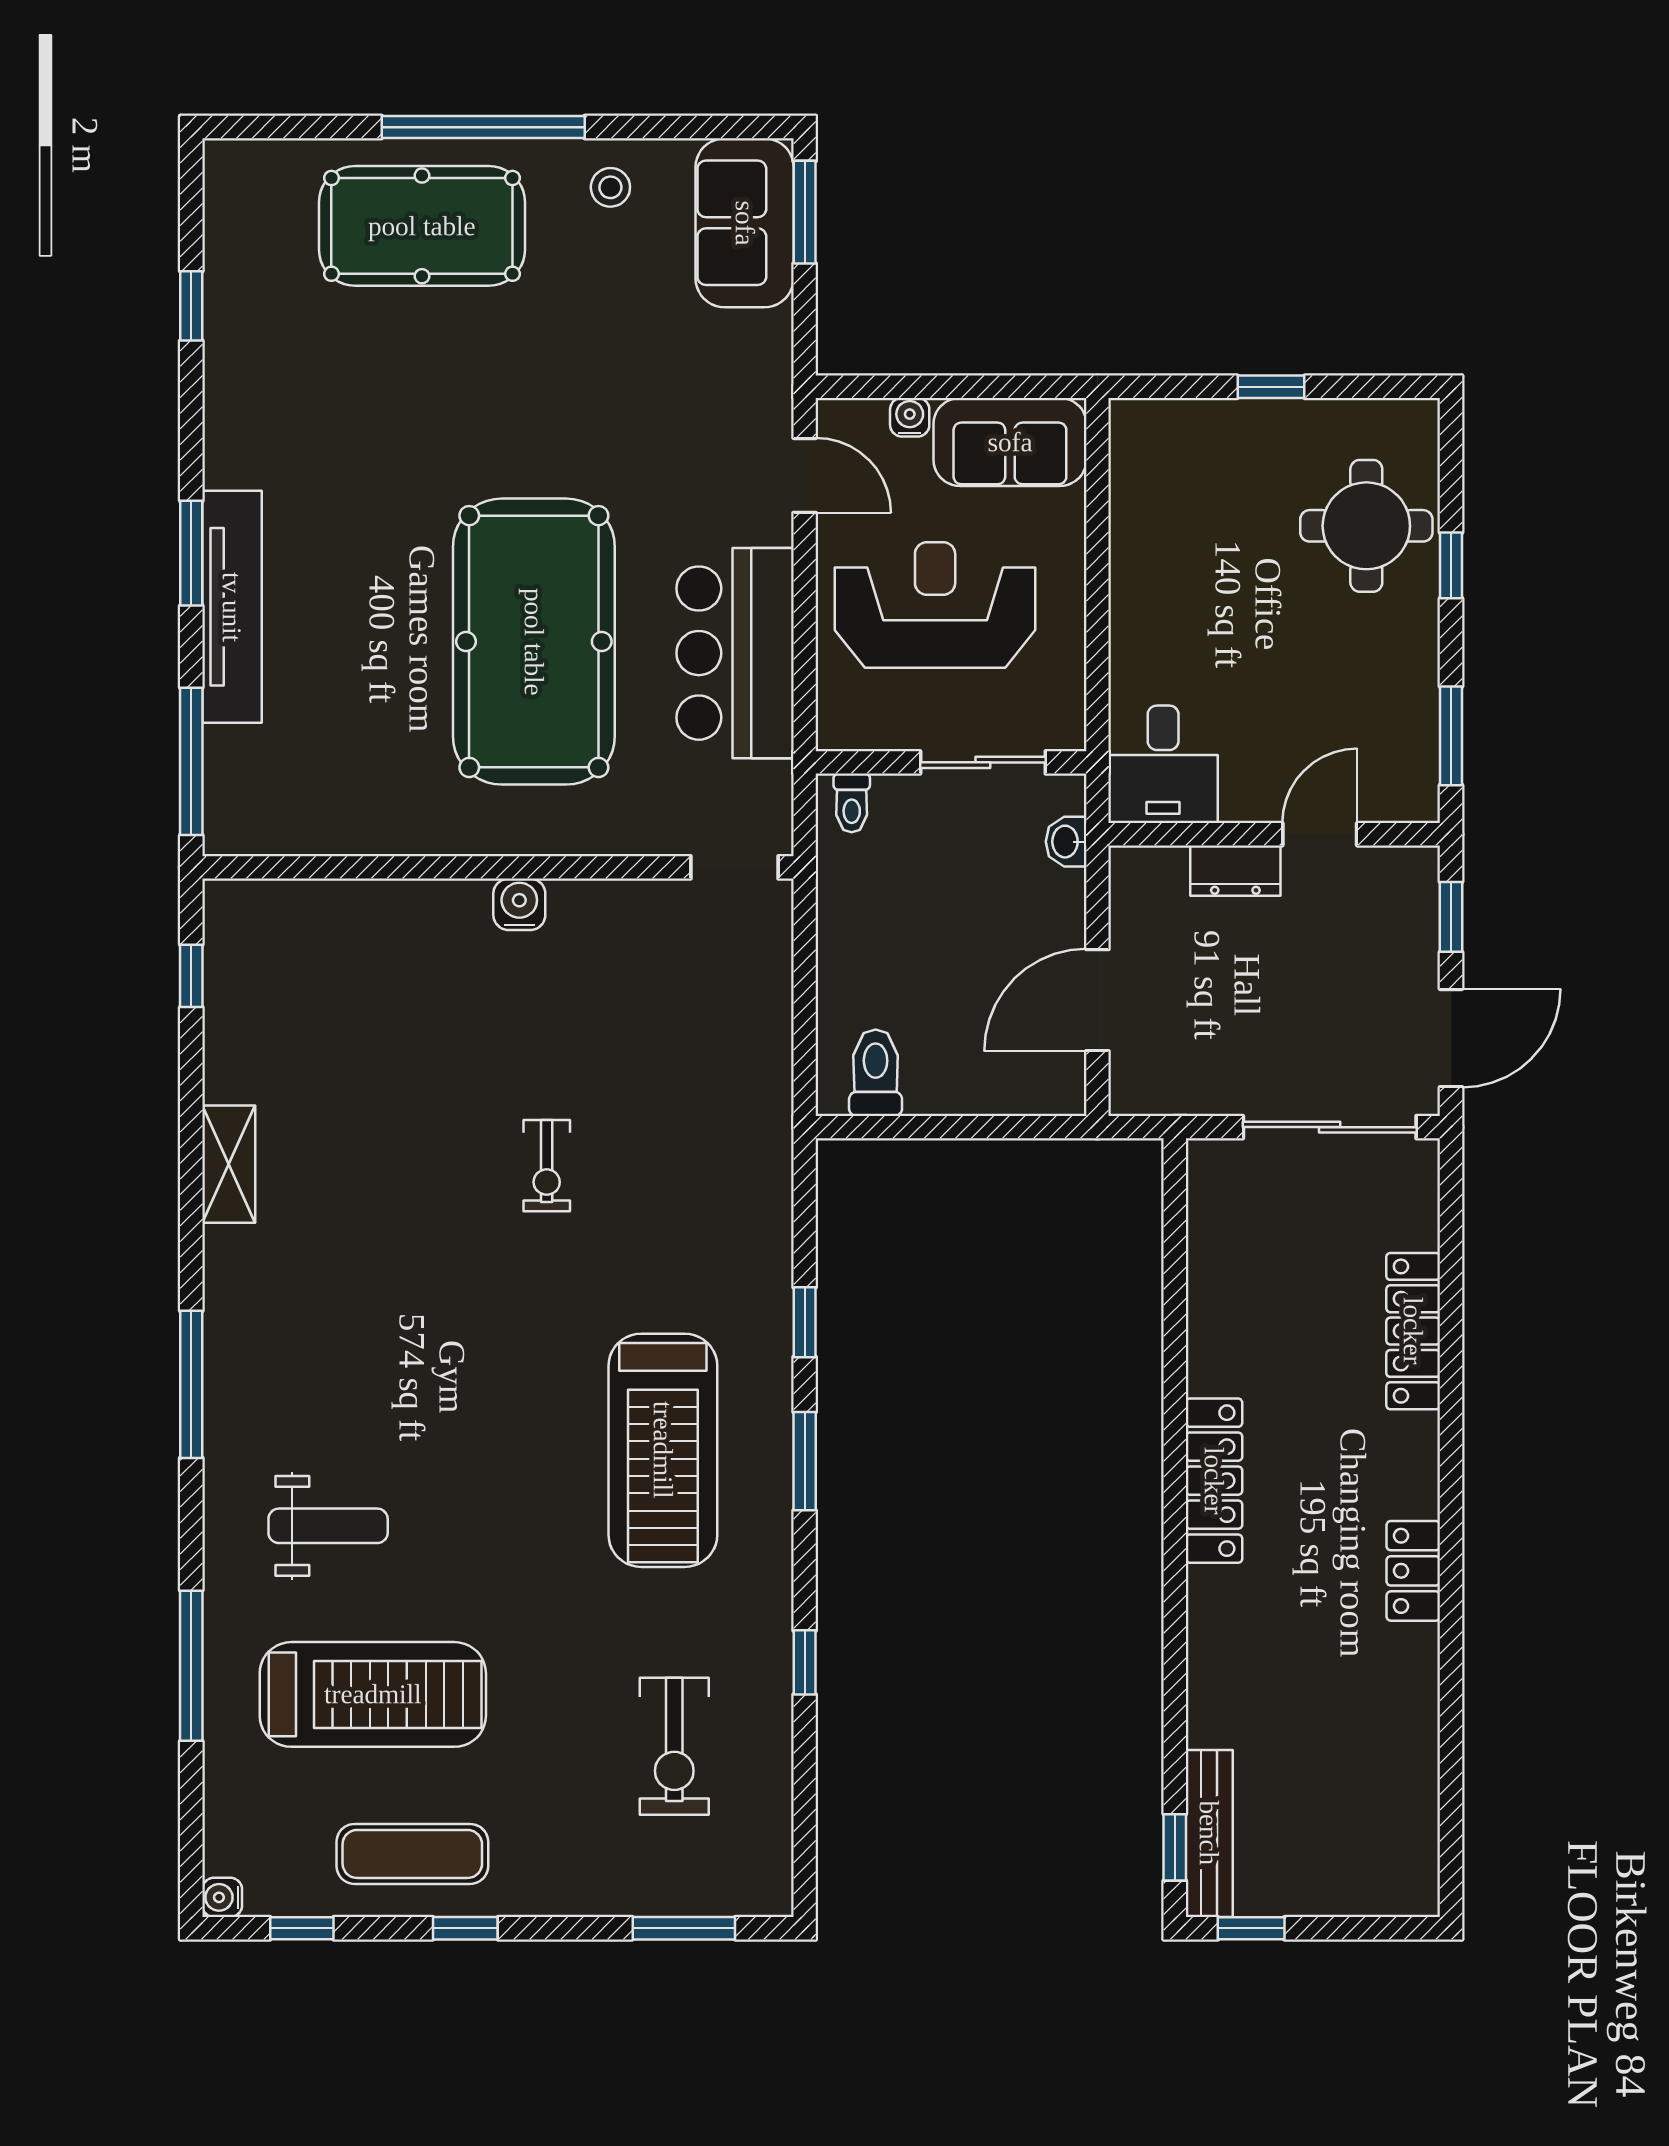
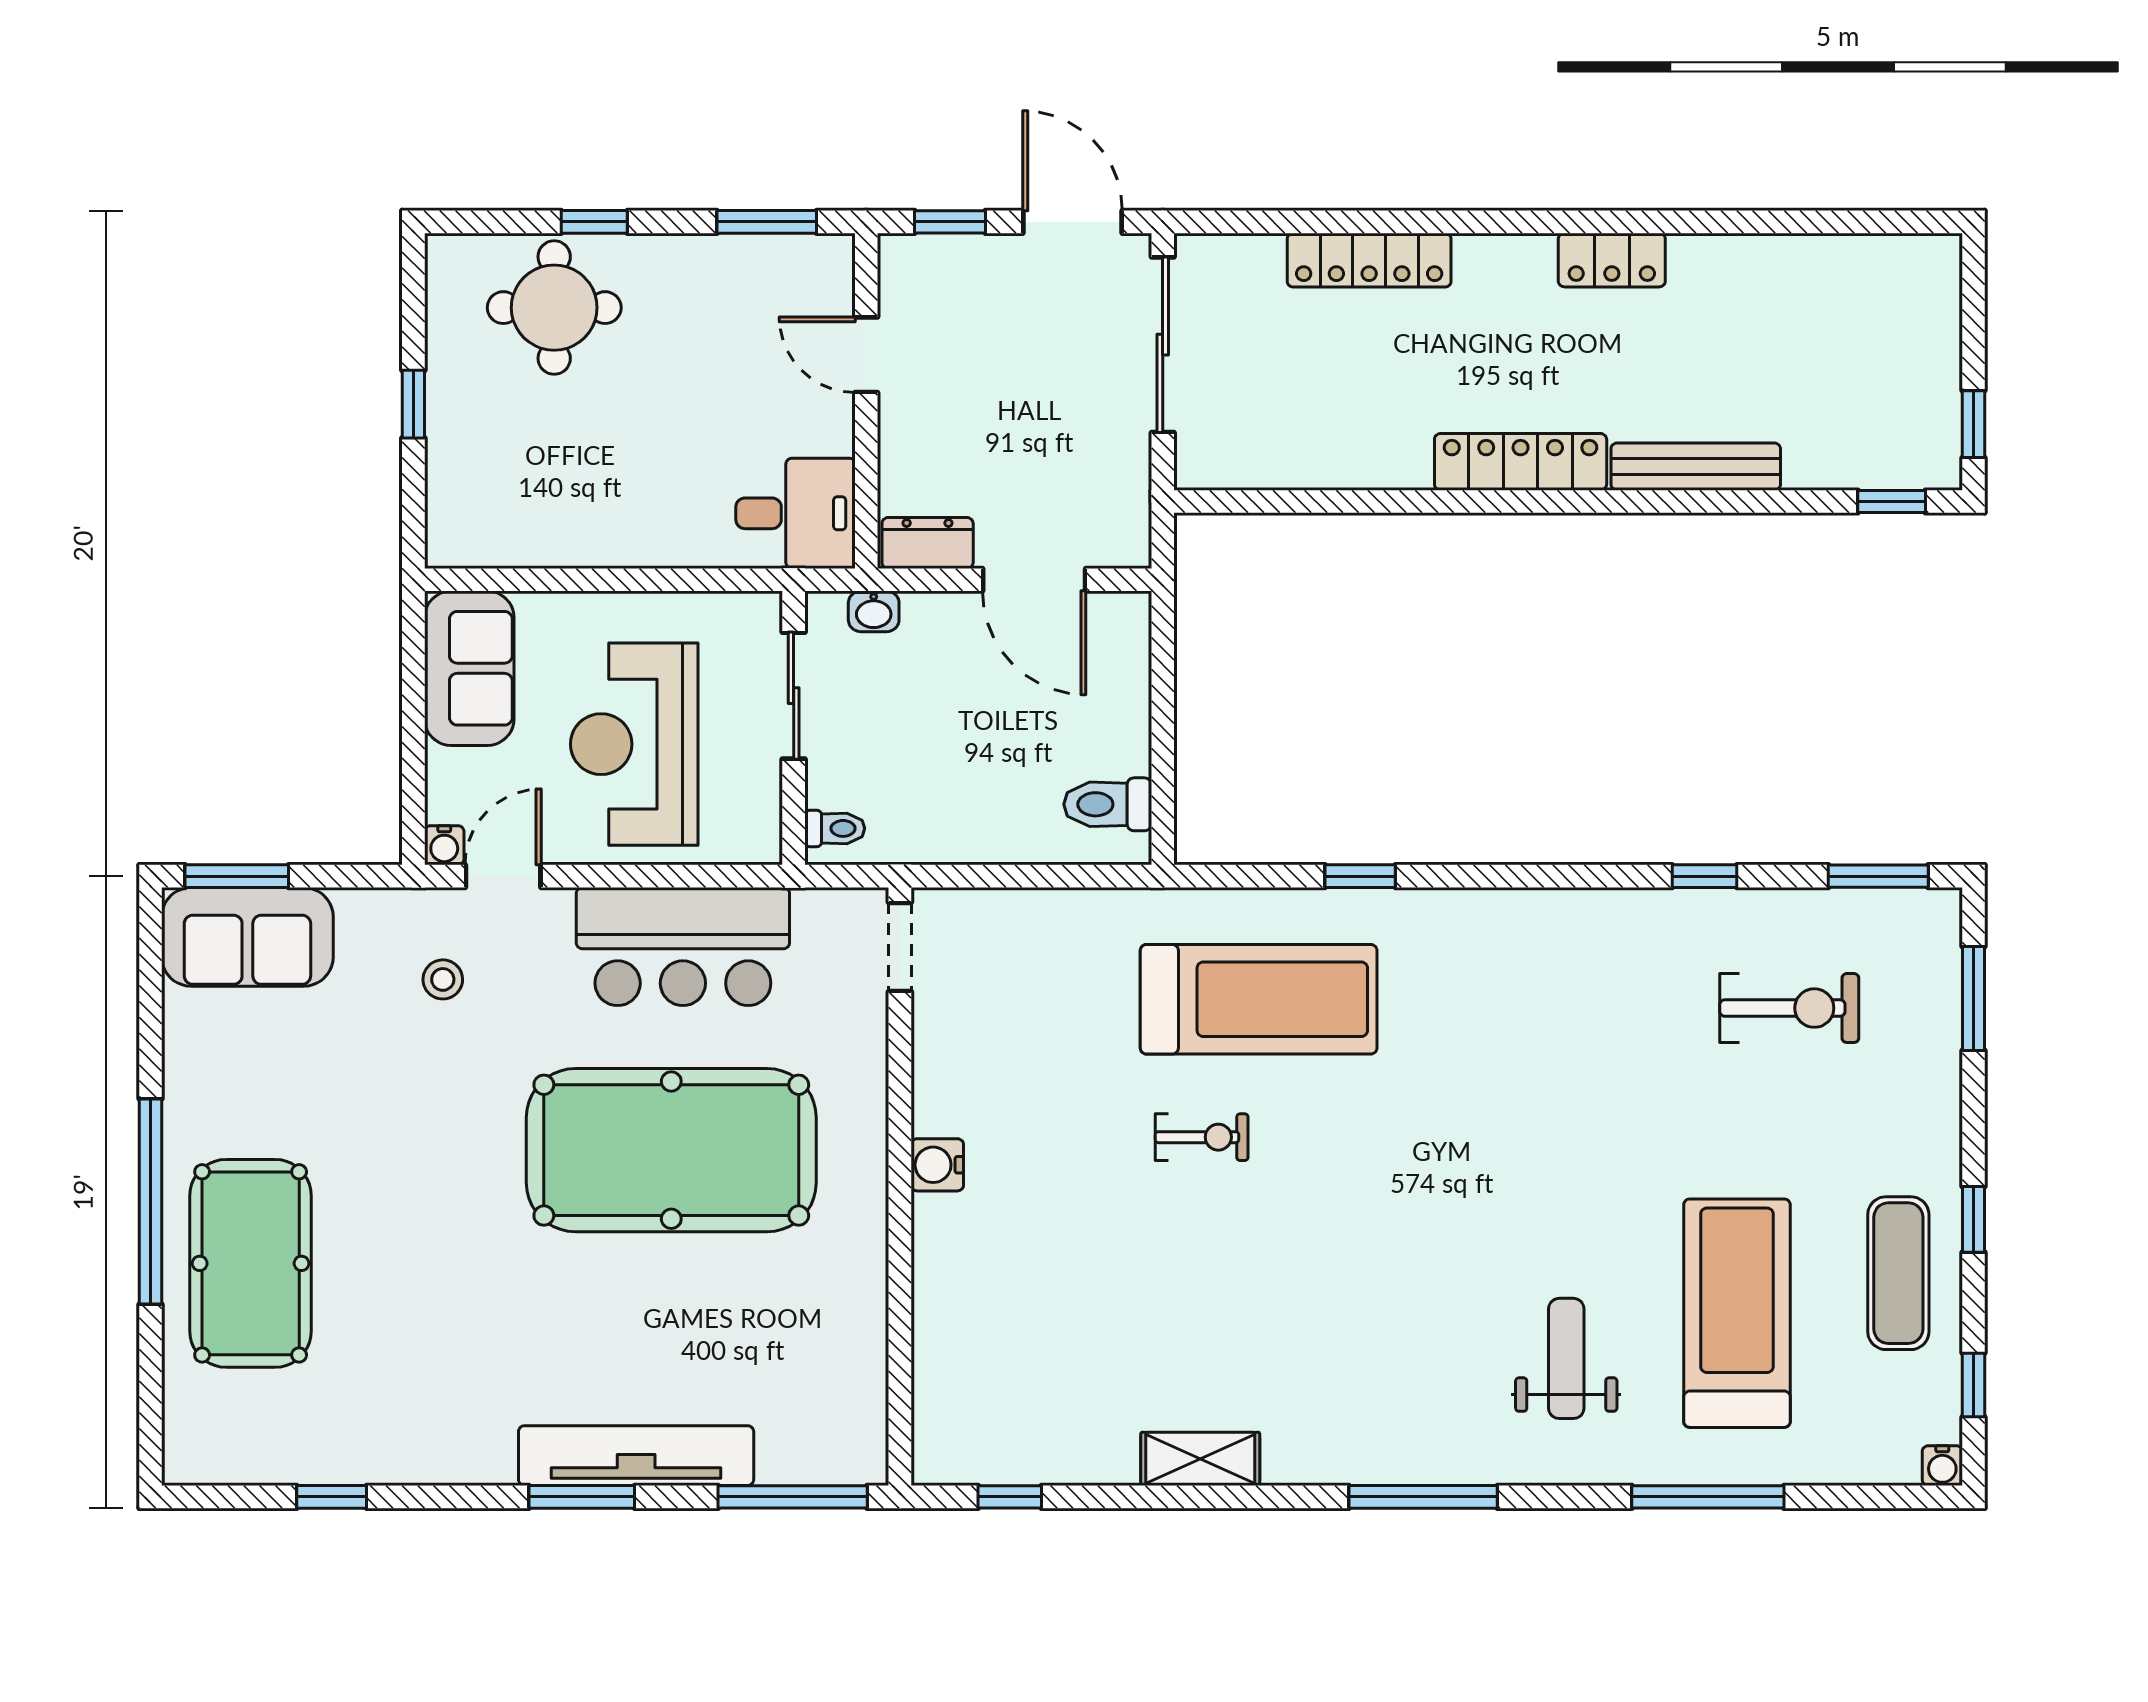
stool: (610, 187) -> (443, 979), moved
water cooler: (910, 417) -> (444, 845), moved, turned -90
dresser: (1235, 871) -> (928, 543), moved, turned -90
treadmill: (663, 1450) -> (1259, 999), moved
window: (805, 1461) -> (1878, 876), moved
bench: (1209, 1833) -> (1696, 467), moved

